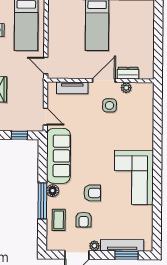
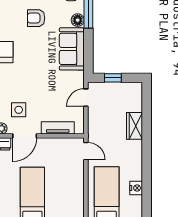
door: (45, 117) -> (86, 98), hinge flipped
sofa: (58, 156) -> (72, 49), width x0.73

